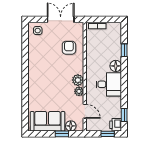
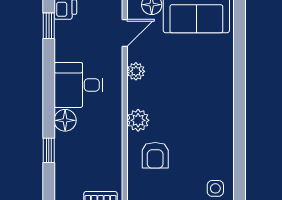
plant: (78, 80) -> (138, 120), moved
door: (85, 111) -> (125, 33), swing flipped

